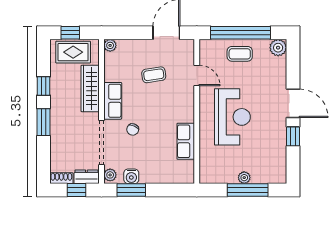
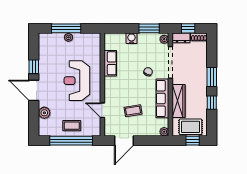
plant: (278, 48) -> (44, 113), moved
row of seats: (113, 101) -> (162, 98), width x1.48
water cooler: (131, 176) -> (132, 38), moved

